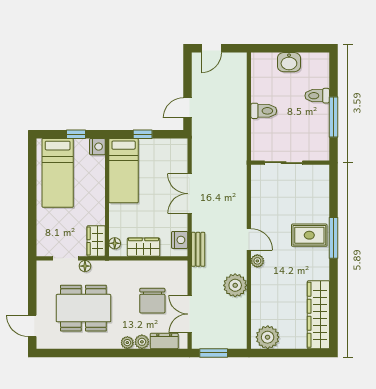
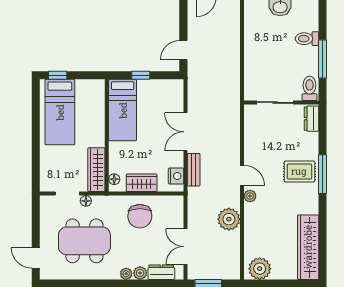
toilet: (264, 111) -> (309, 88), moved, turned -90
window: (76, 134) -> (58, 75), moved
nightstand: (97, 147) -> (98, 87), removed
dresser: (322, 180) -> (311, 119), added
wardrobe: (96, 241) -> (96, 170), width x1.50
bench: (198, 249) -> (194, 170), moved
chair: (152, 301) -> (140, 216), moved

